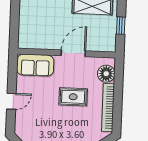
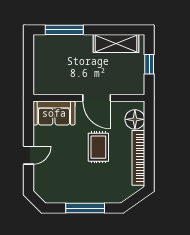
door: (73, 53) -> (97, 98), swing flipped
rug: (73, 97) -> (98, 147), turned 90

